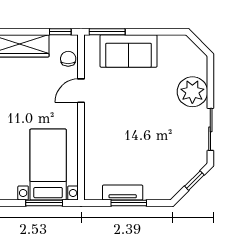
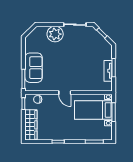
door: (81, 91) -> (65, 93), moved

